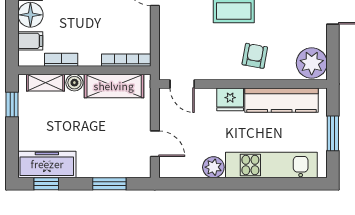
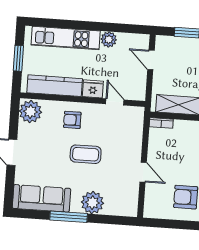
armchair: (255, 56) -> (72, 120), turned 80
bookcase: (126, 60) -> (161, 123), width x0.64
door: (182, 84) -> (115, 102), moved

